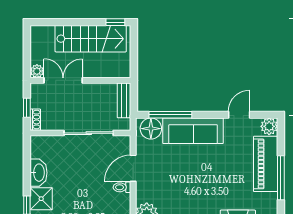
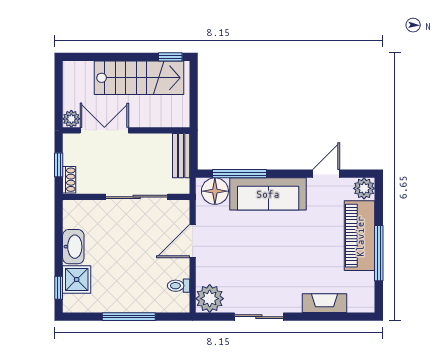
toilet: (122, 187) -> (178, 286), moved

